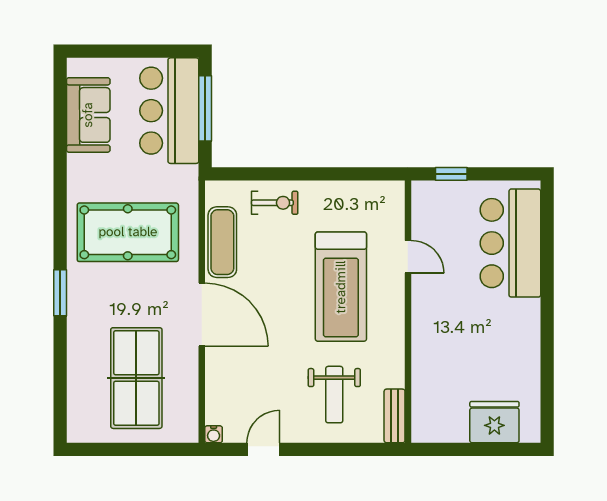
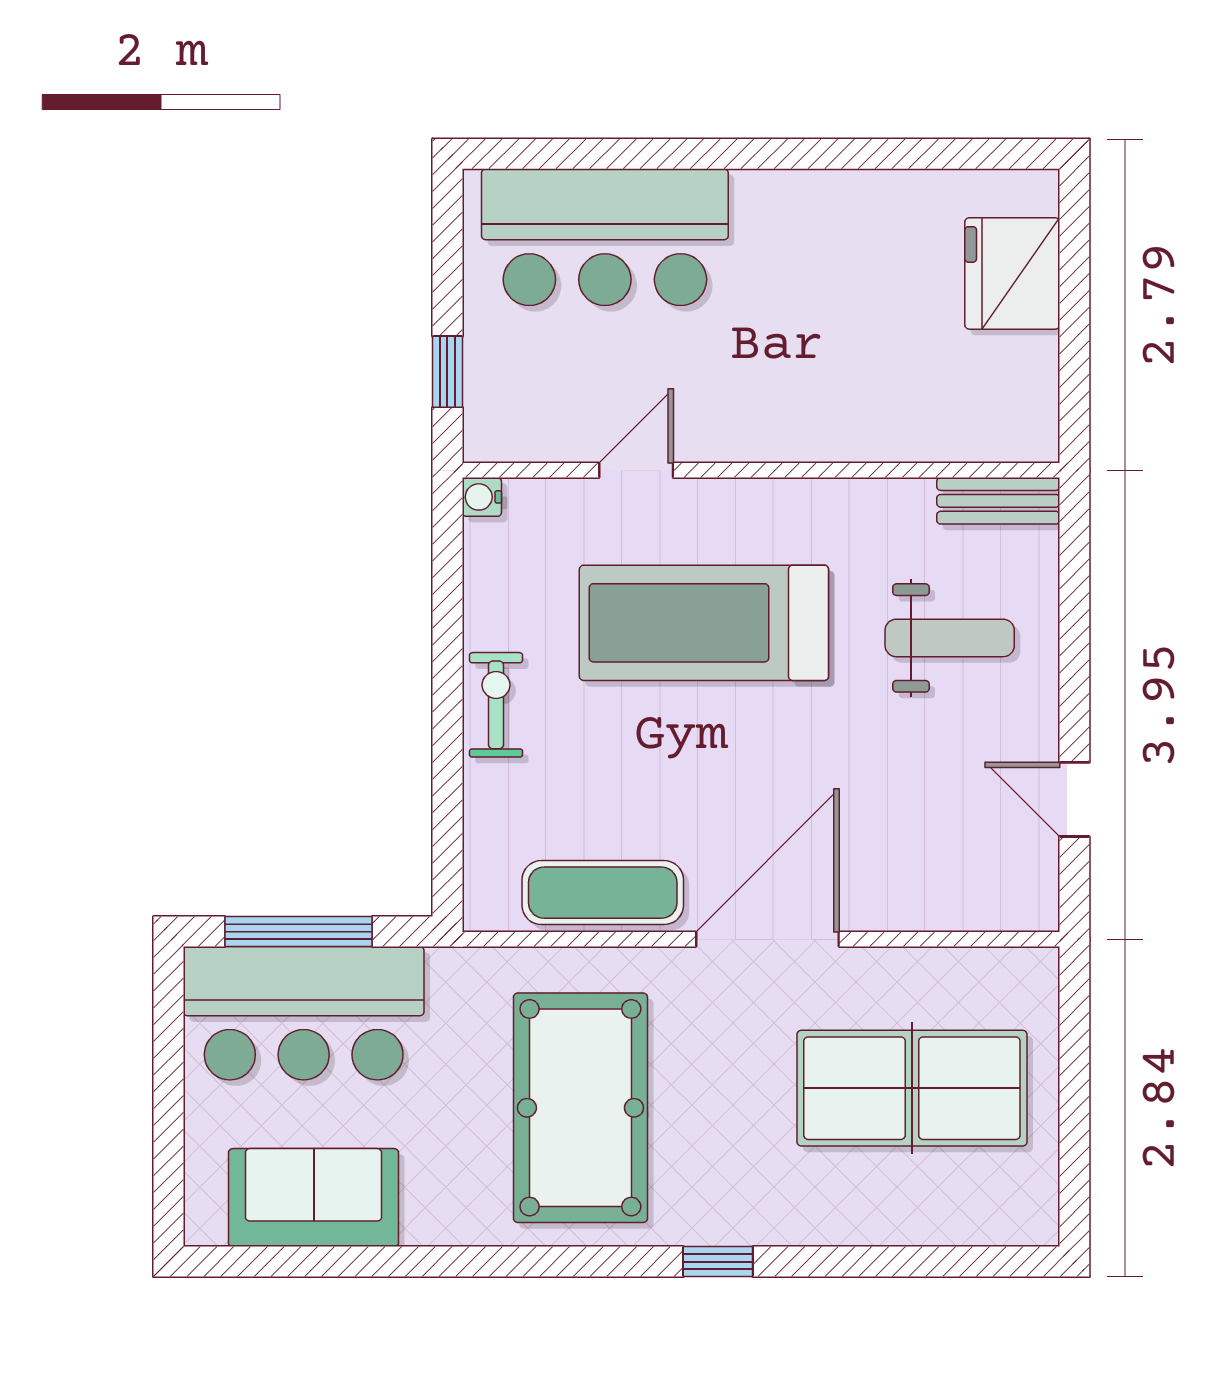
exercise bike: (275, 203) -> (496, 705), moved
treadmill: (341, 287) -> (704, 623), turned 180
window: (60, 293) -> (718, 1262), width x0.67
water cooler: (214, 434) -> (482, 497), moved, turned 180

